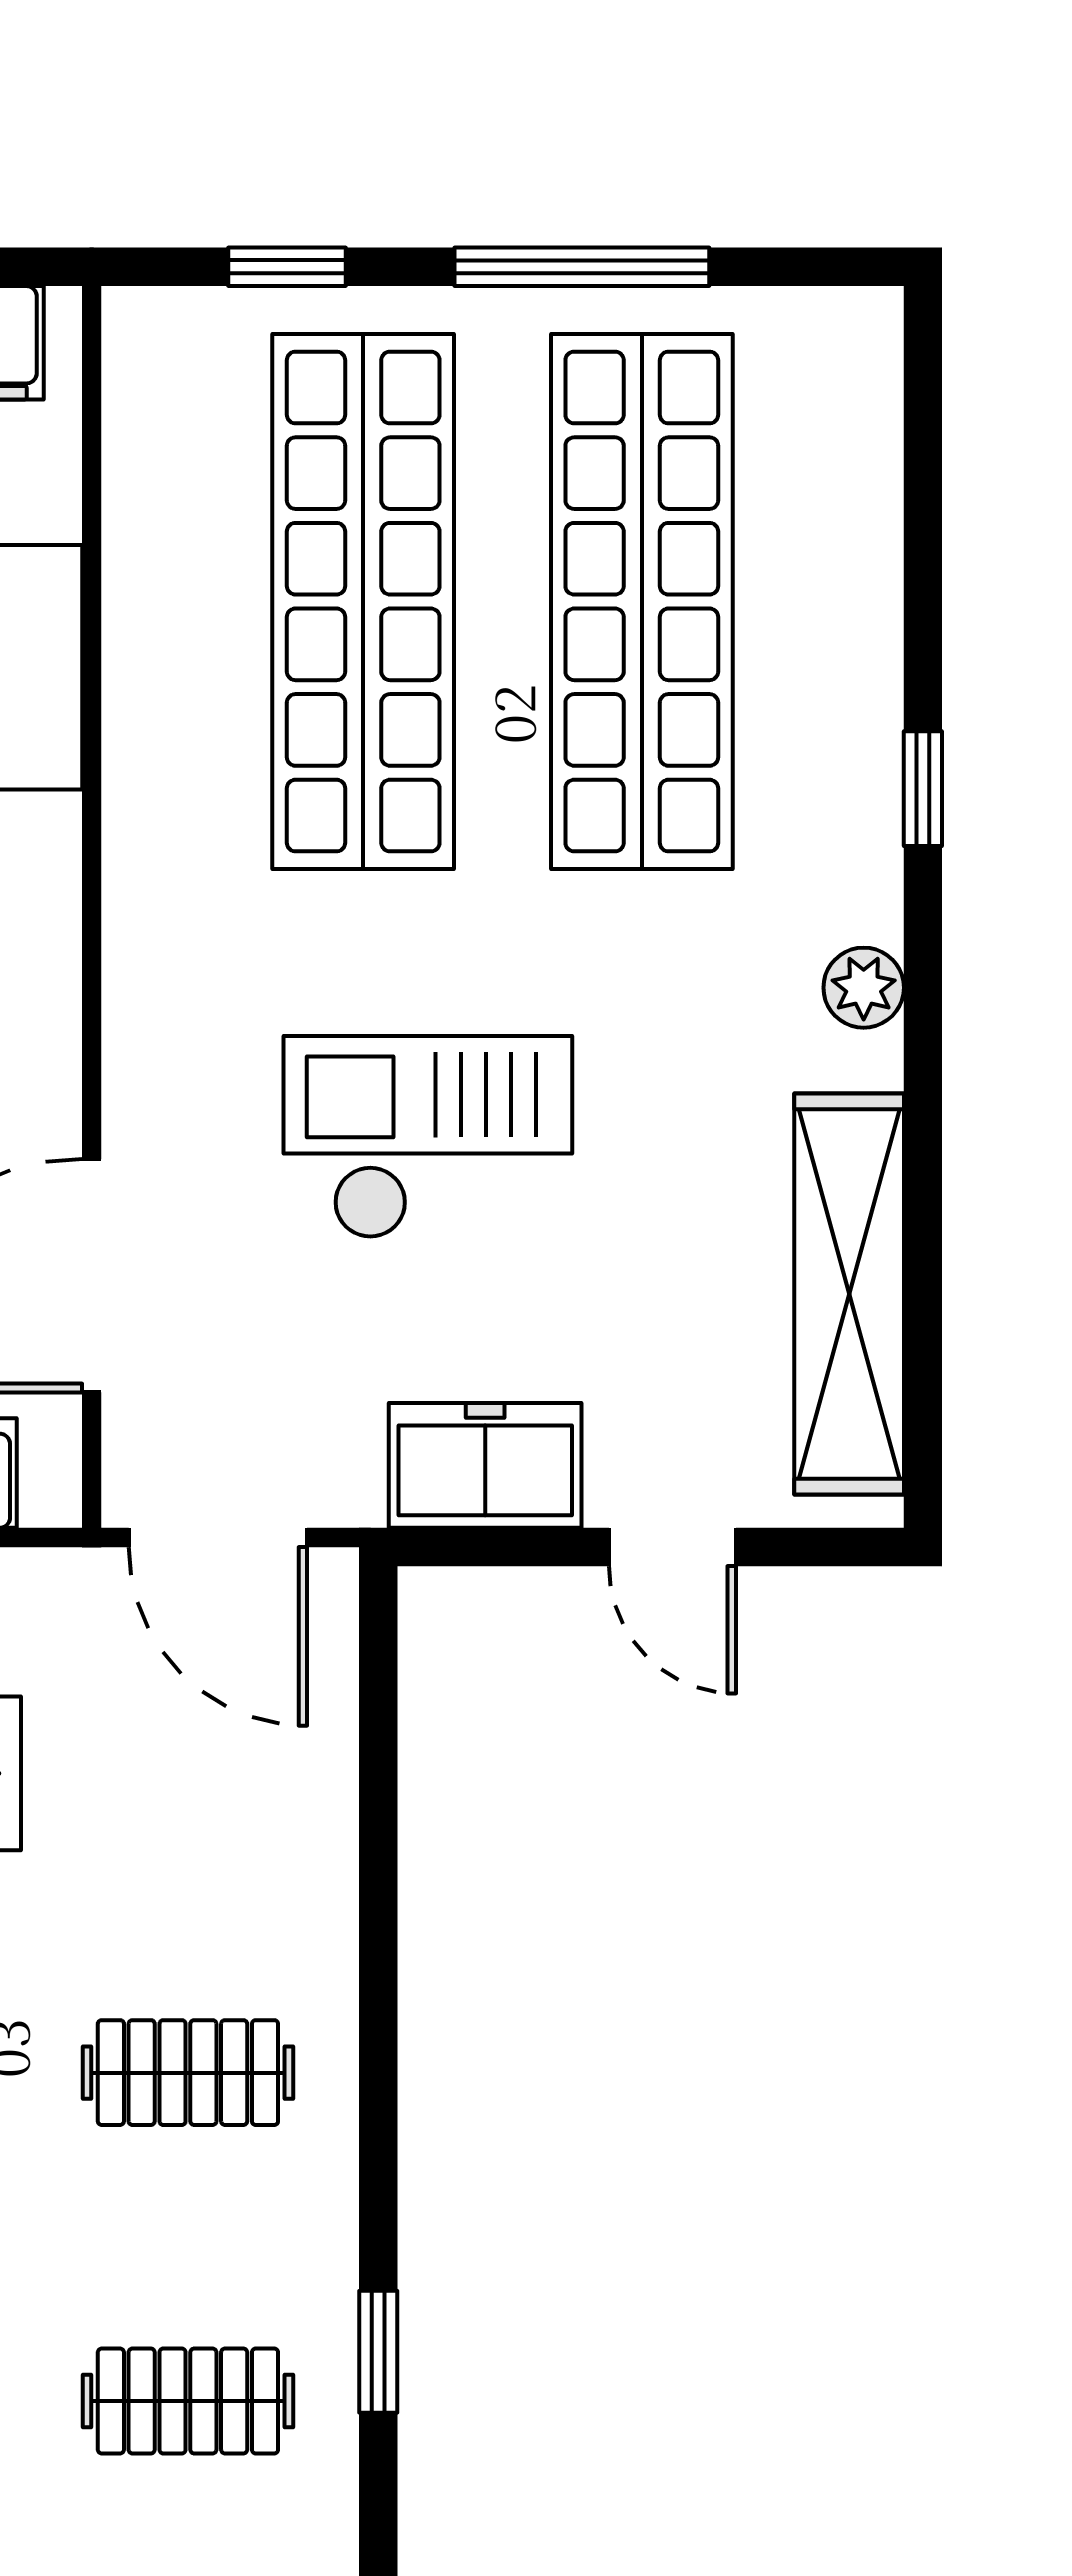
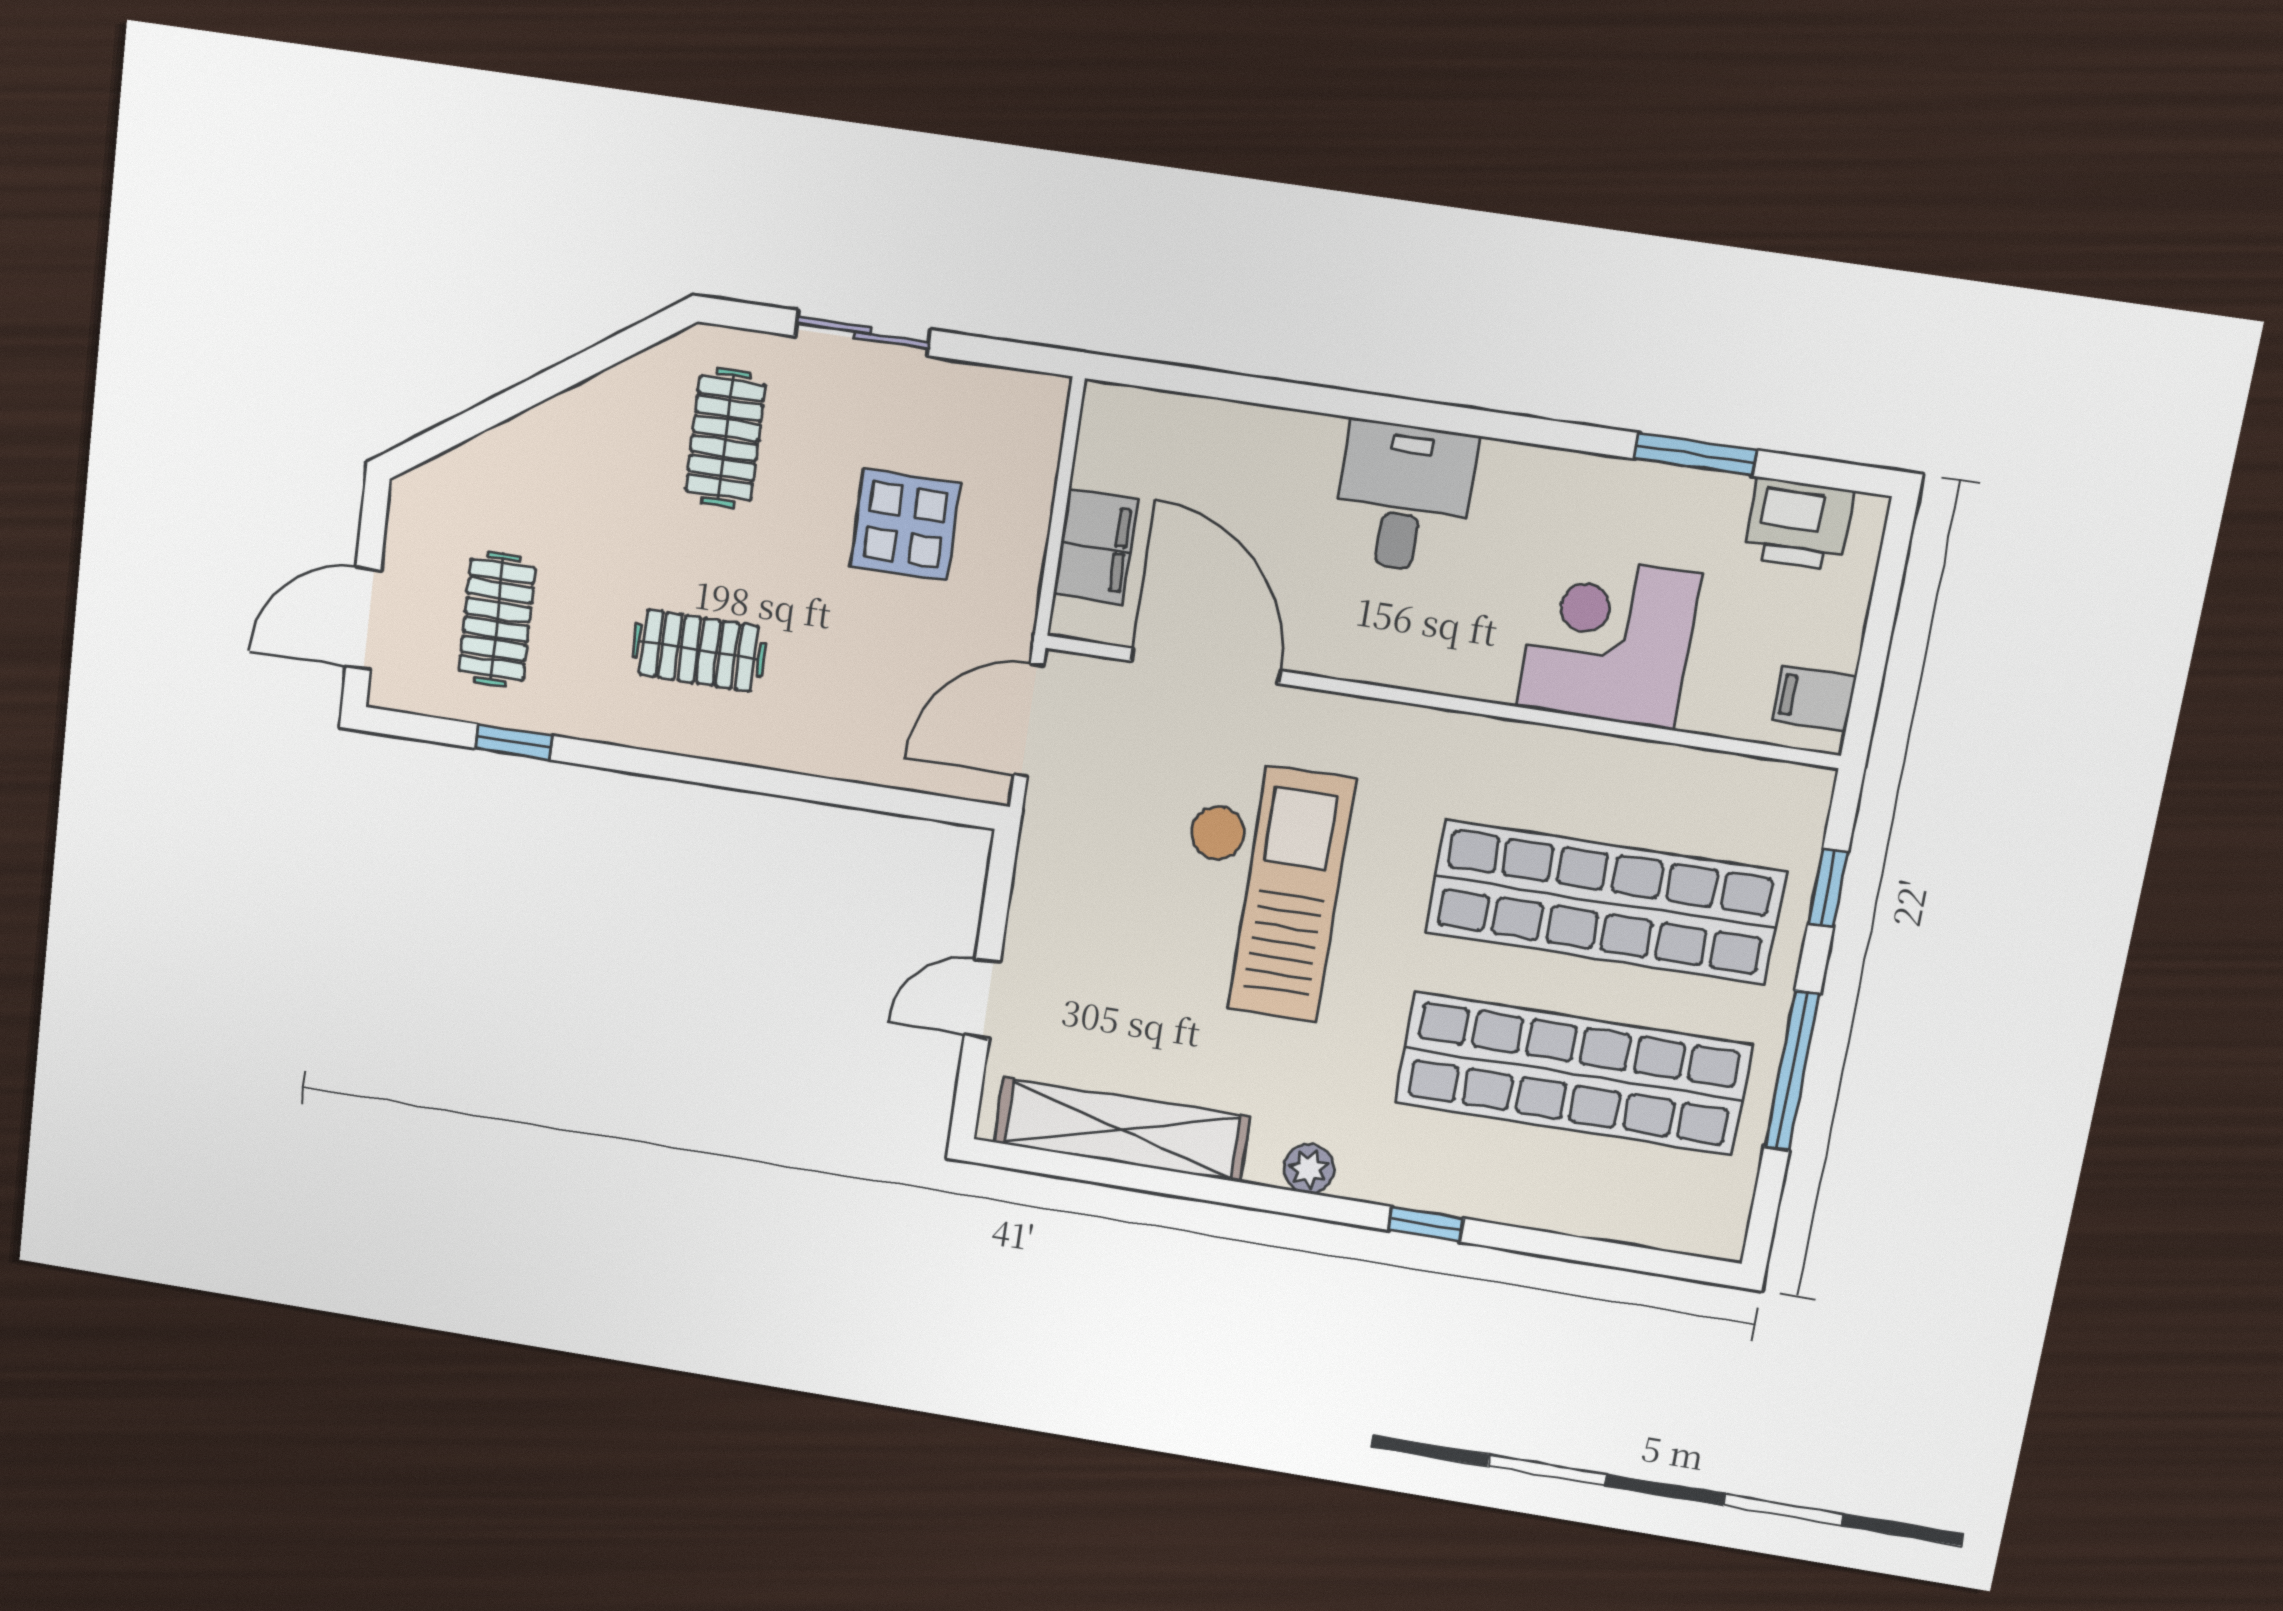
checkout: (428, 1137) -> (1259, 889), width x1.36, depth x1.21
freezer: (485, 1465) -> (1049, 893), removed
clothes rail: (188, 2073) -> (699, 650), turned 90

